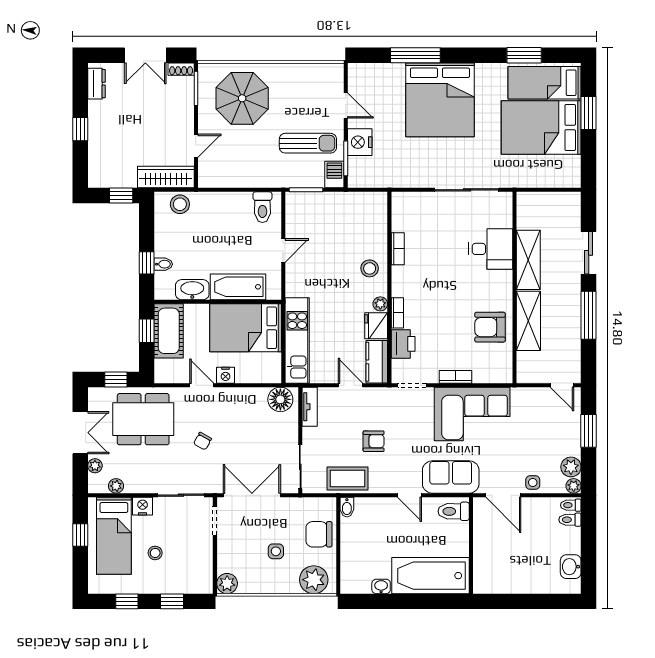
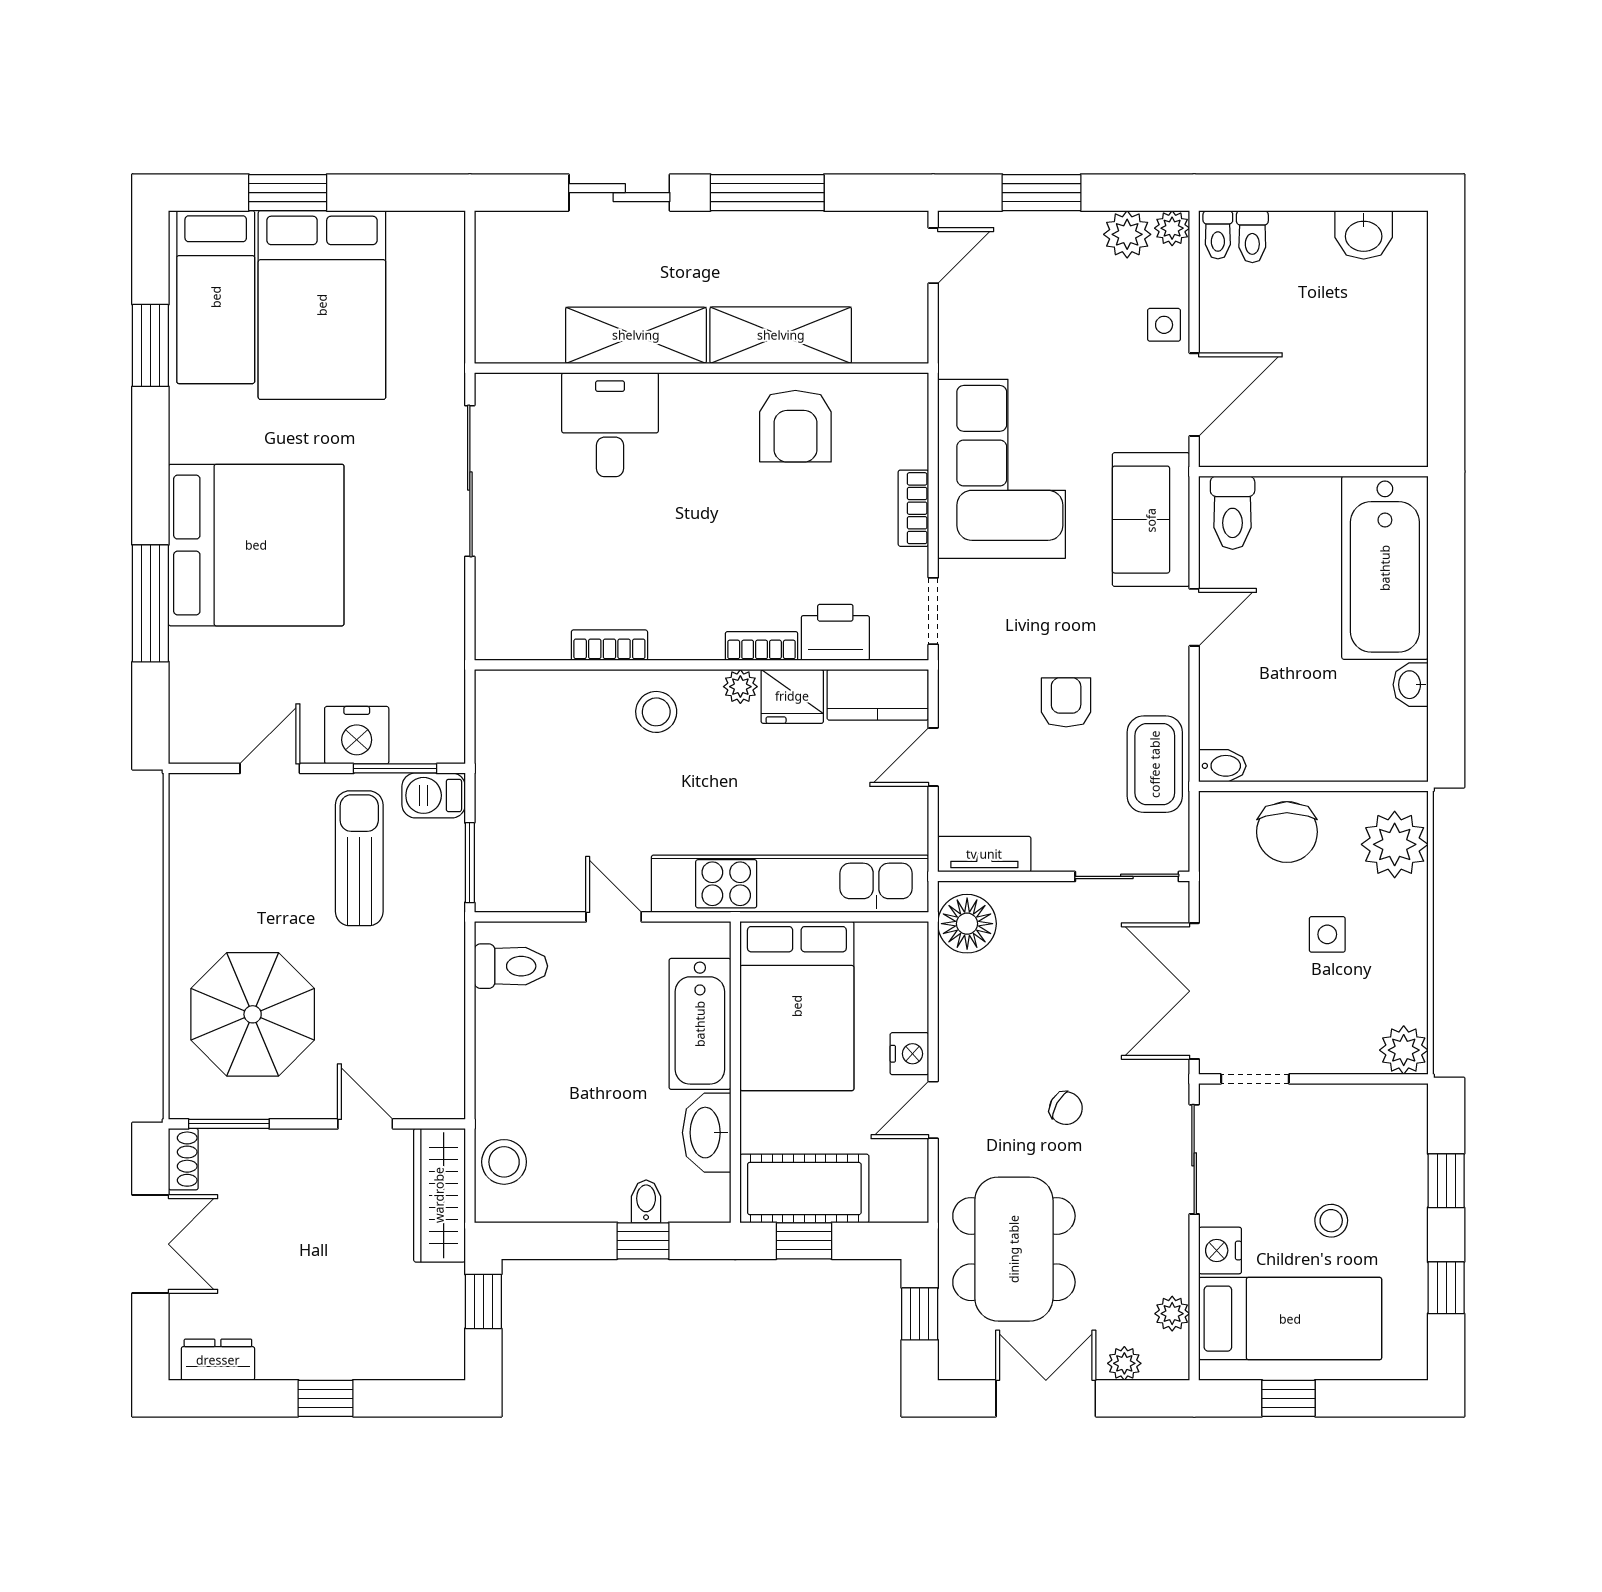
kitchen unit: (297, 340) -> (790, 884), width x1.36

